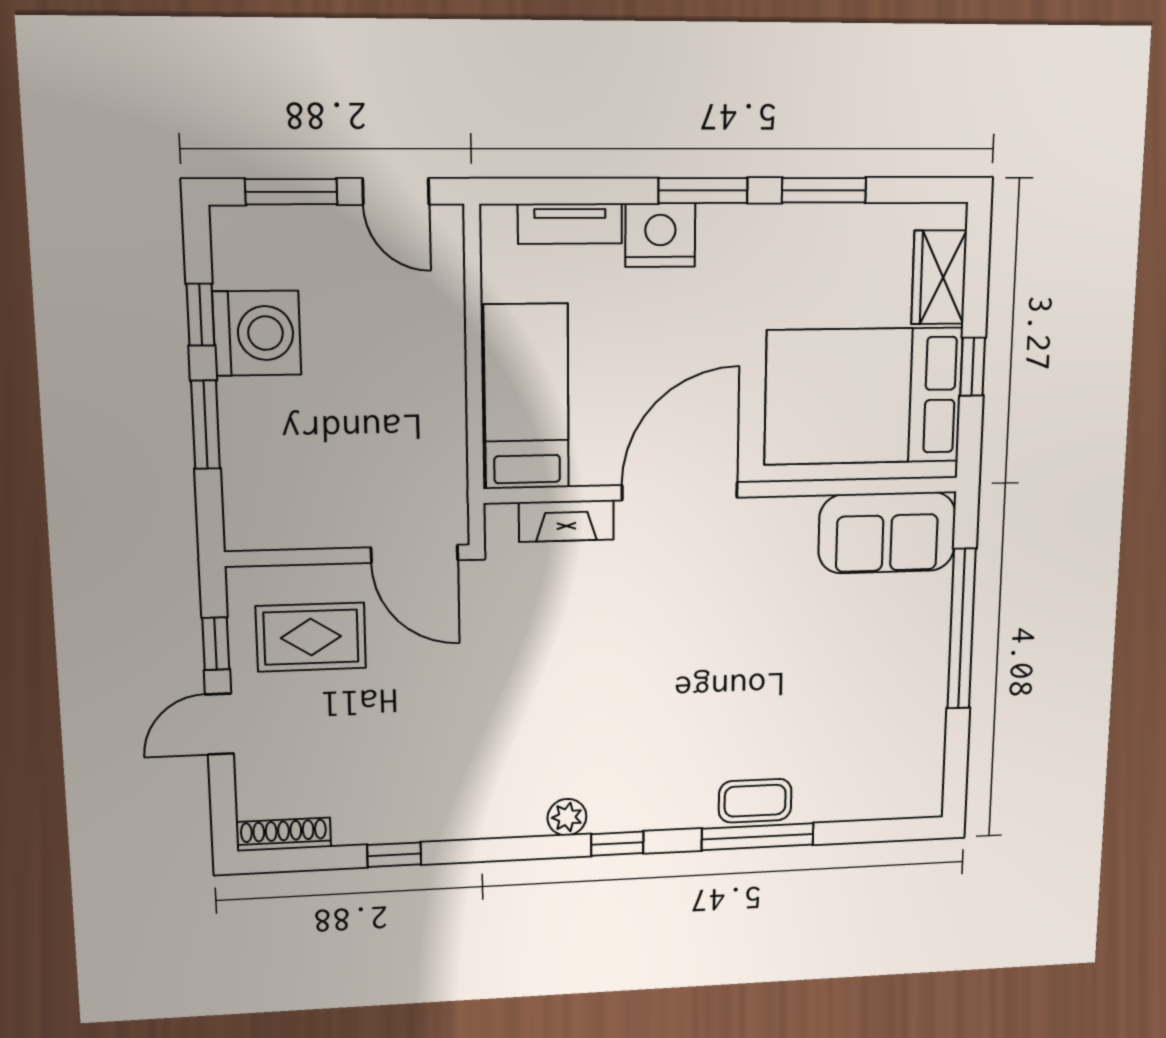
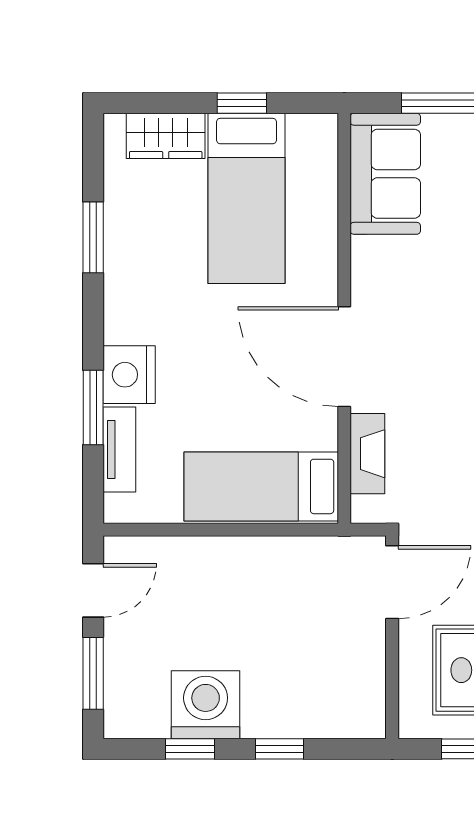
window: (703, 191) -> (93, 408), moved
bed: (864, 396) -> (246, 198), width x0.67
window: (206, 425) -> (279, 749), width x0.67

